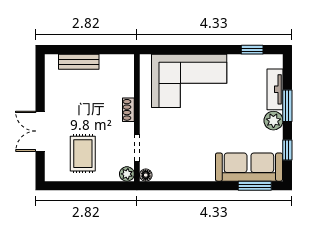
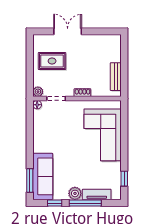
bench: (79, 62) -> (116, 77), moved
window: (287, 106) -> (85, 203), width x1.44

